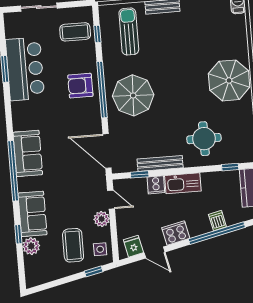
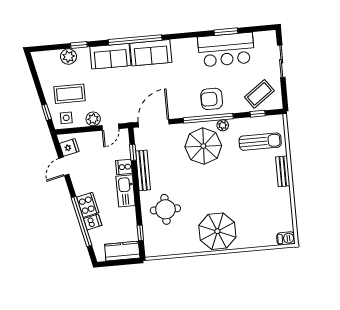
coffee table: (75, 32) -> (259, 94), turned 54
plant: (110, 73) -> (223, 125), added
armchair: (80, 86) -> (212, 99), turned -90
sofa: (33, 214) -> (110, 56), moved
cooker: (176, 233) -> (88, 205), moved

